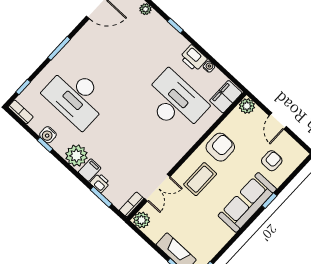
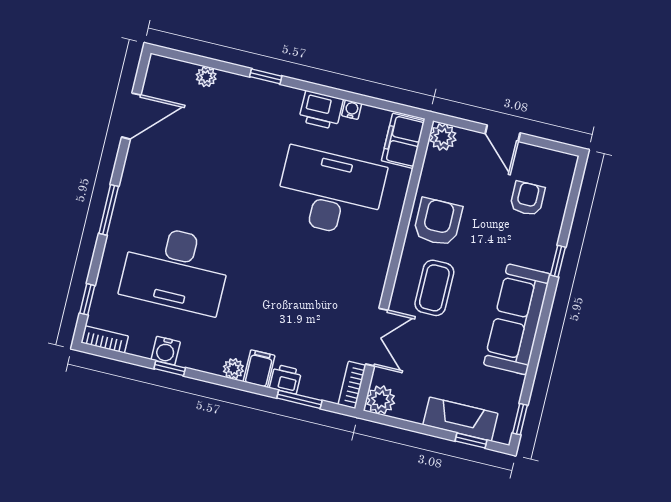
plant: (76, 156) -> (233, 369), width x0.53, depth x0.53
sofa: (247, 202) -> (517, 319), moved

